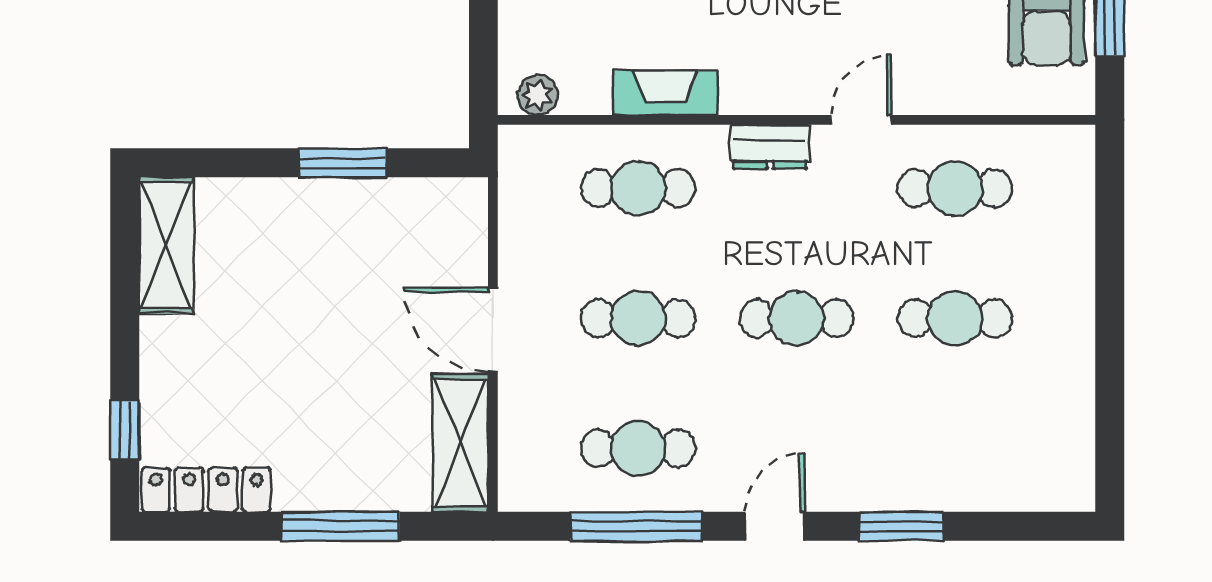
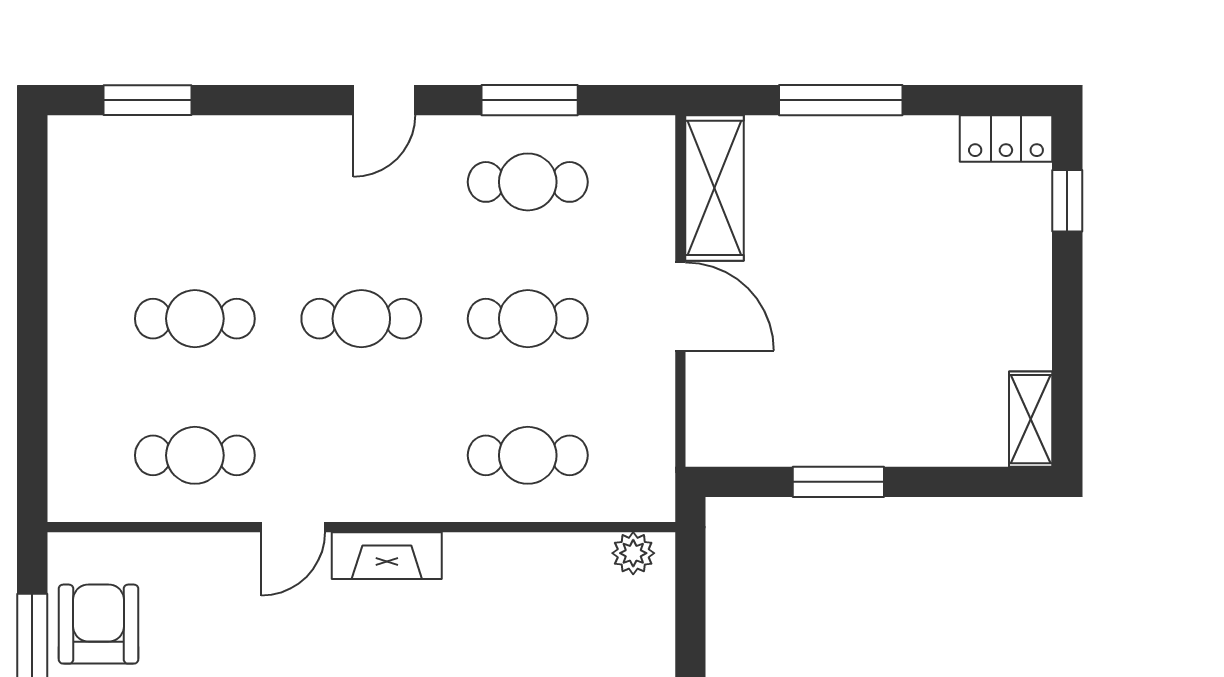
fireplace: (665, 93) -> (387, 556), moved
dresser: (770, 147) -> (389, 499), removed
shelving: (166, 245) -> (1031, 419), width x0.67, depth x0.75
locker: (206, 490) -> (1006, 138), width x0.66
window: (636, 526) -> (530, 100), width x0.69
window: (901, 526) -> (147, 100), moved

